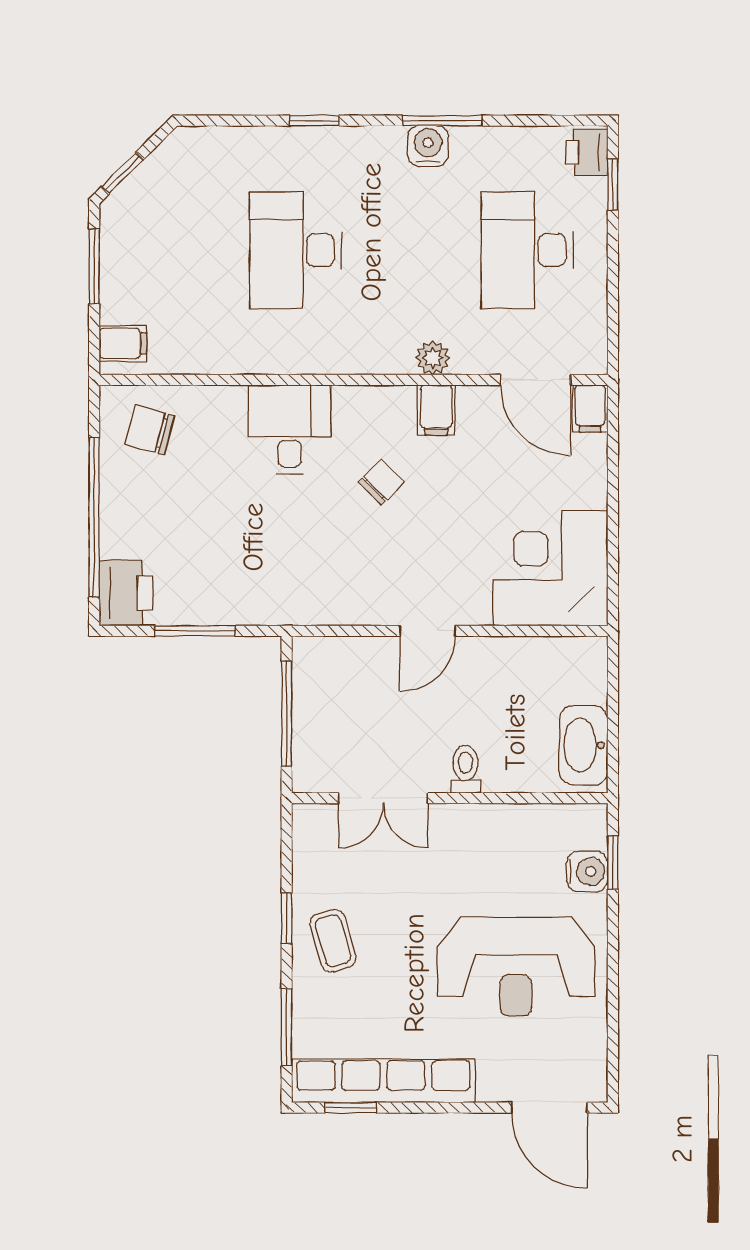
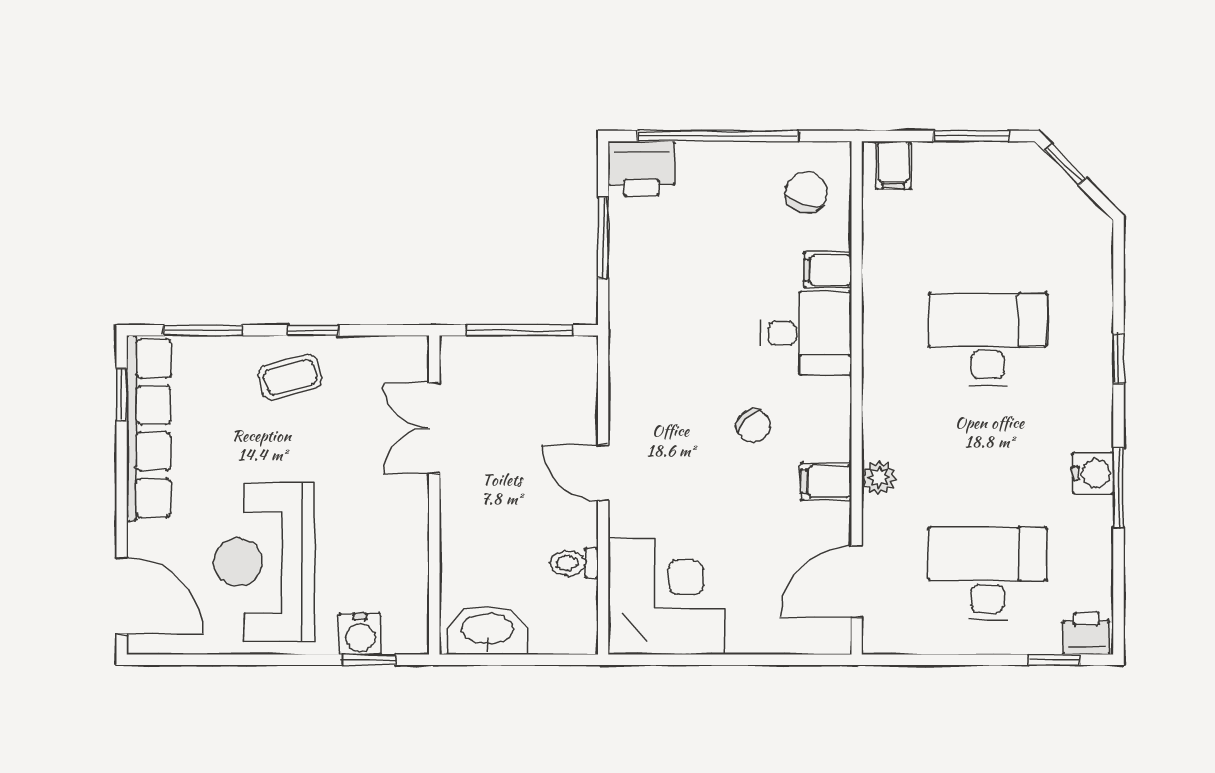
filing cabinet: (590, 408) -> (828, 270), moved
toilet: (466, 769) -> (574, 563), moved, turned 180
door: (549, 1108) -> (122, 596), swing flipped

